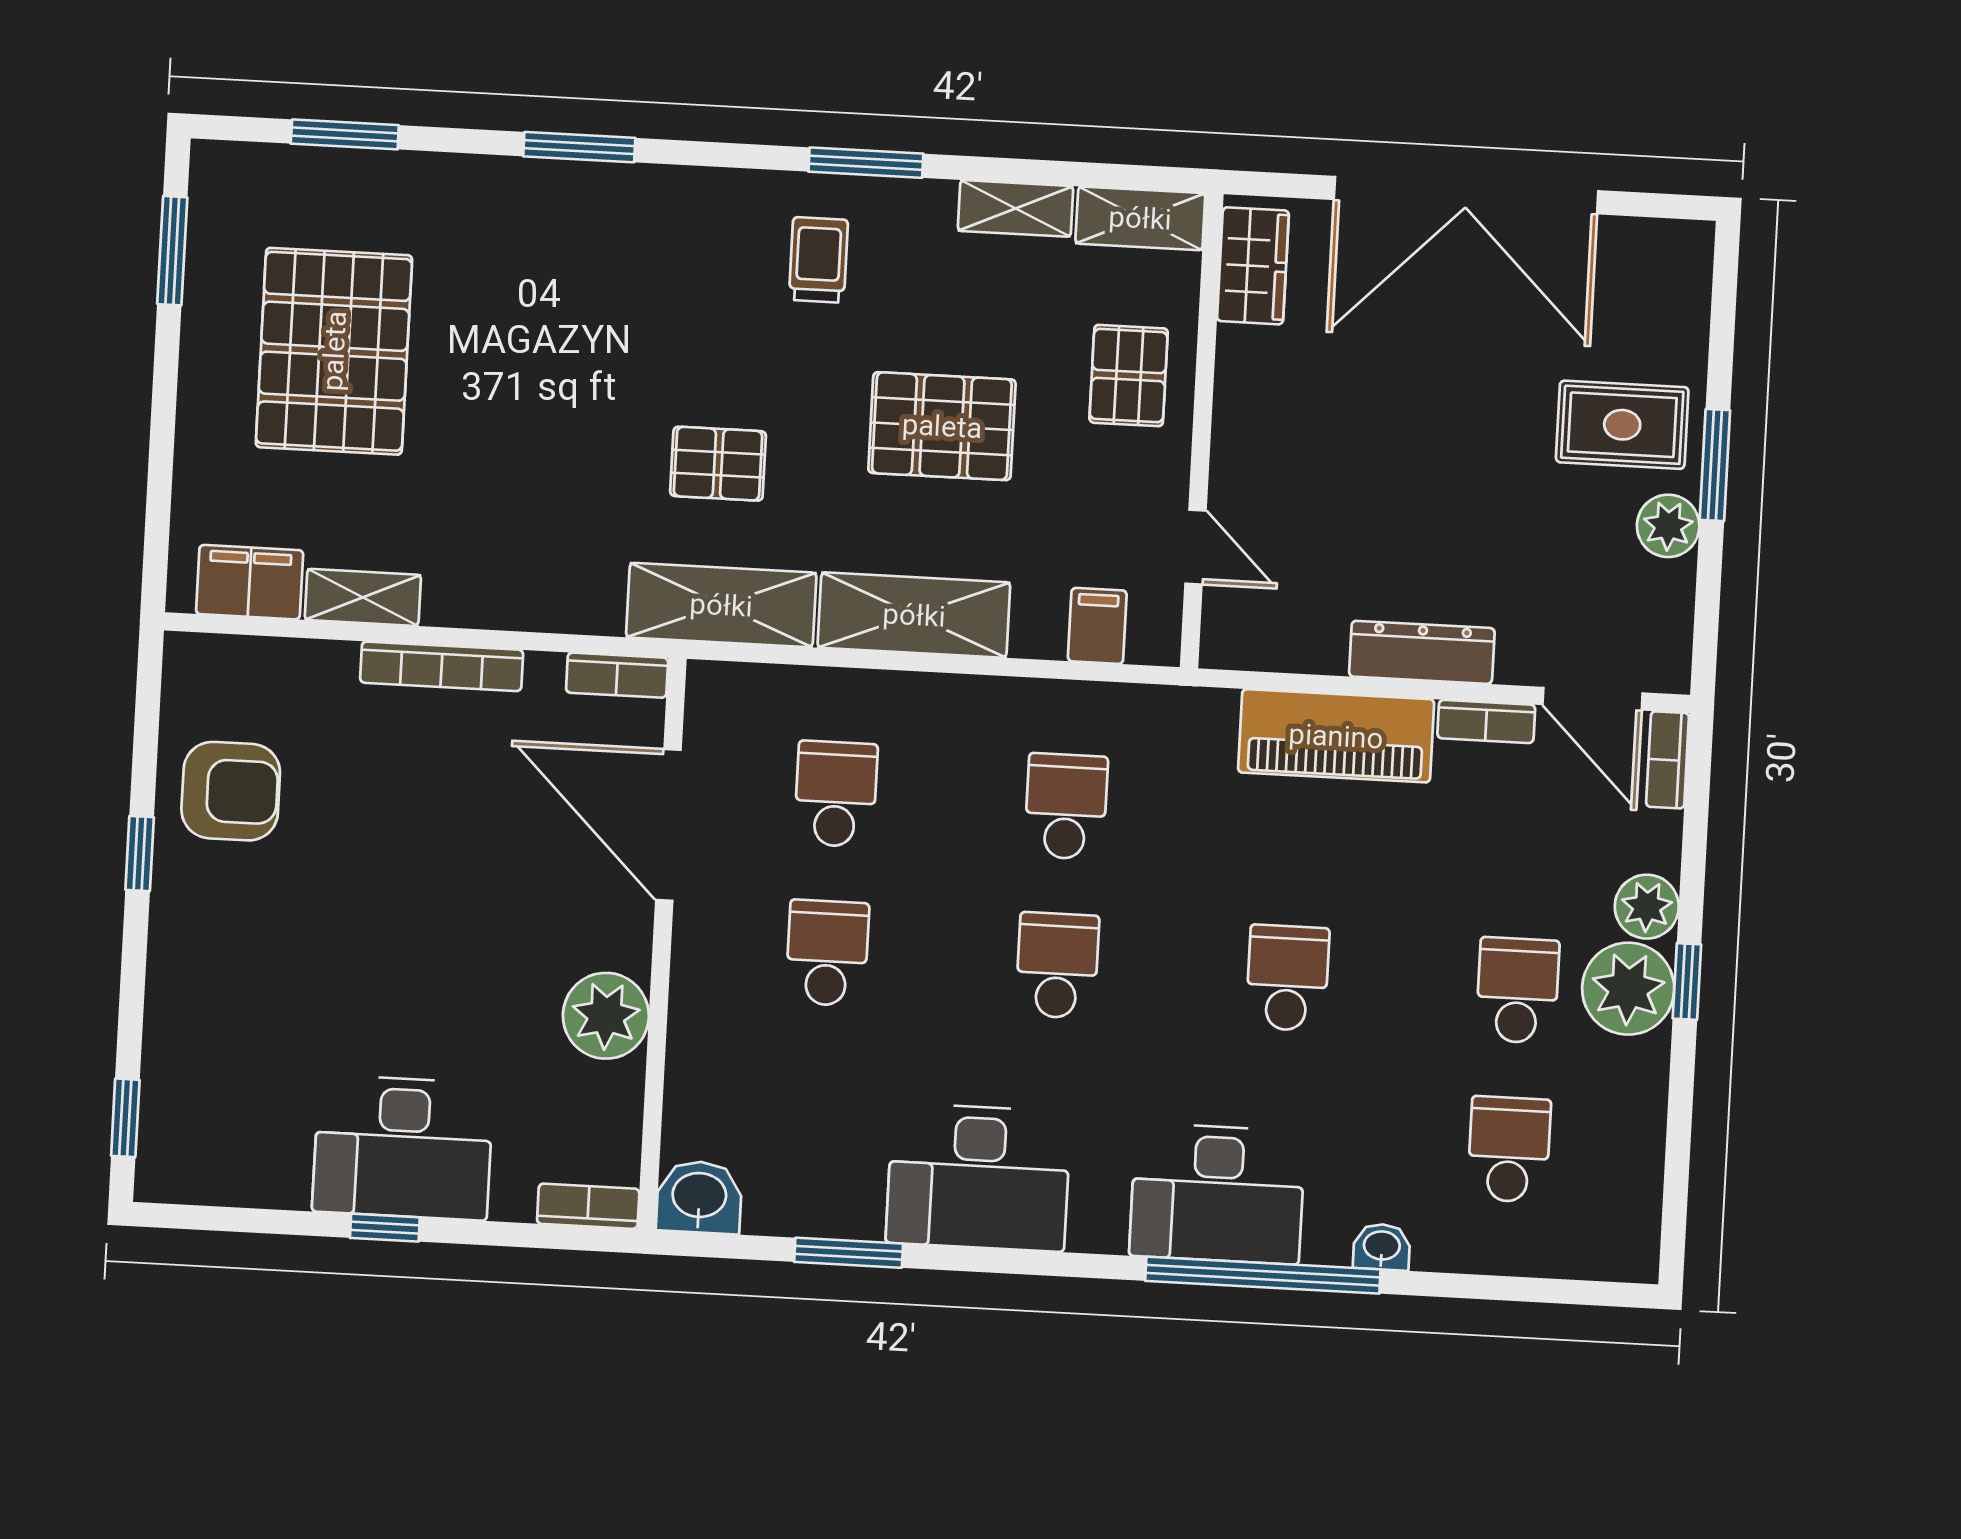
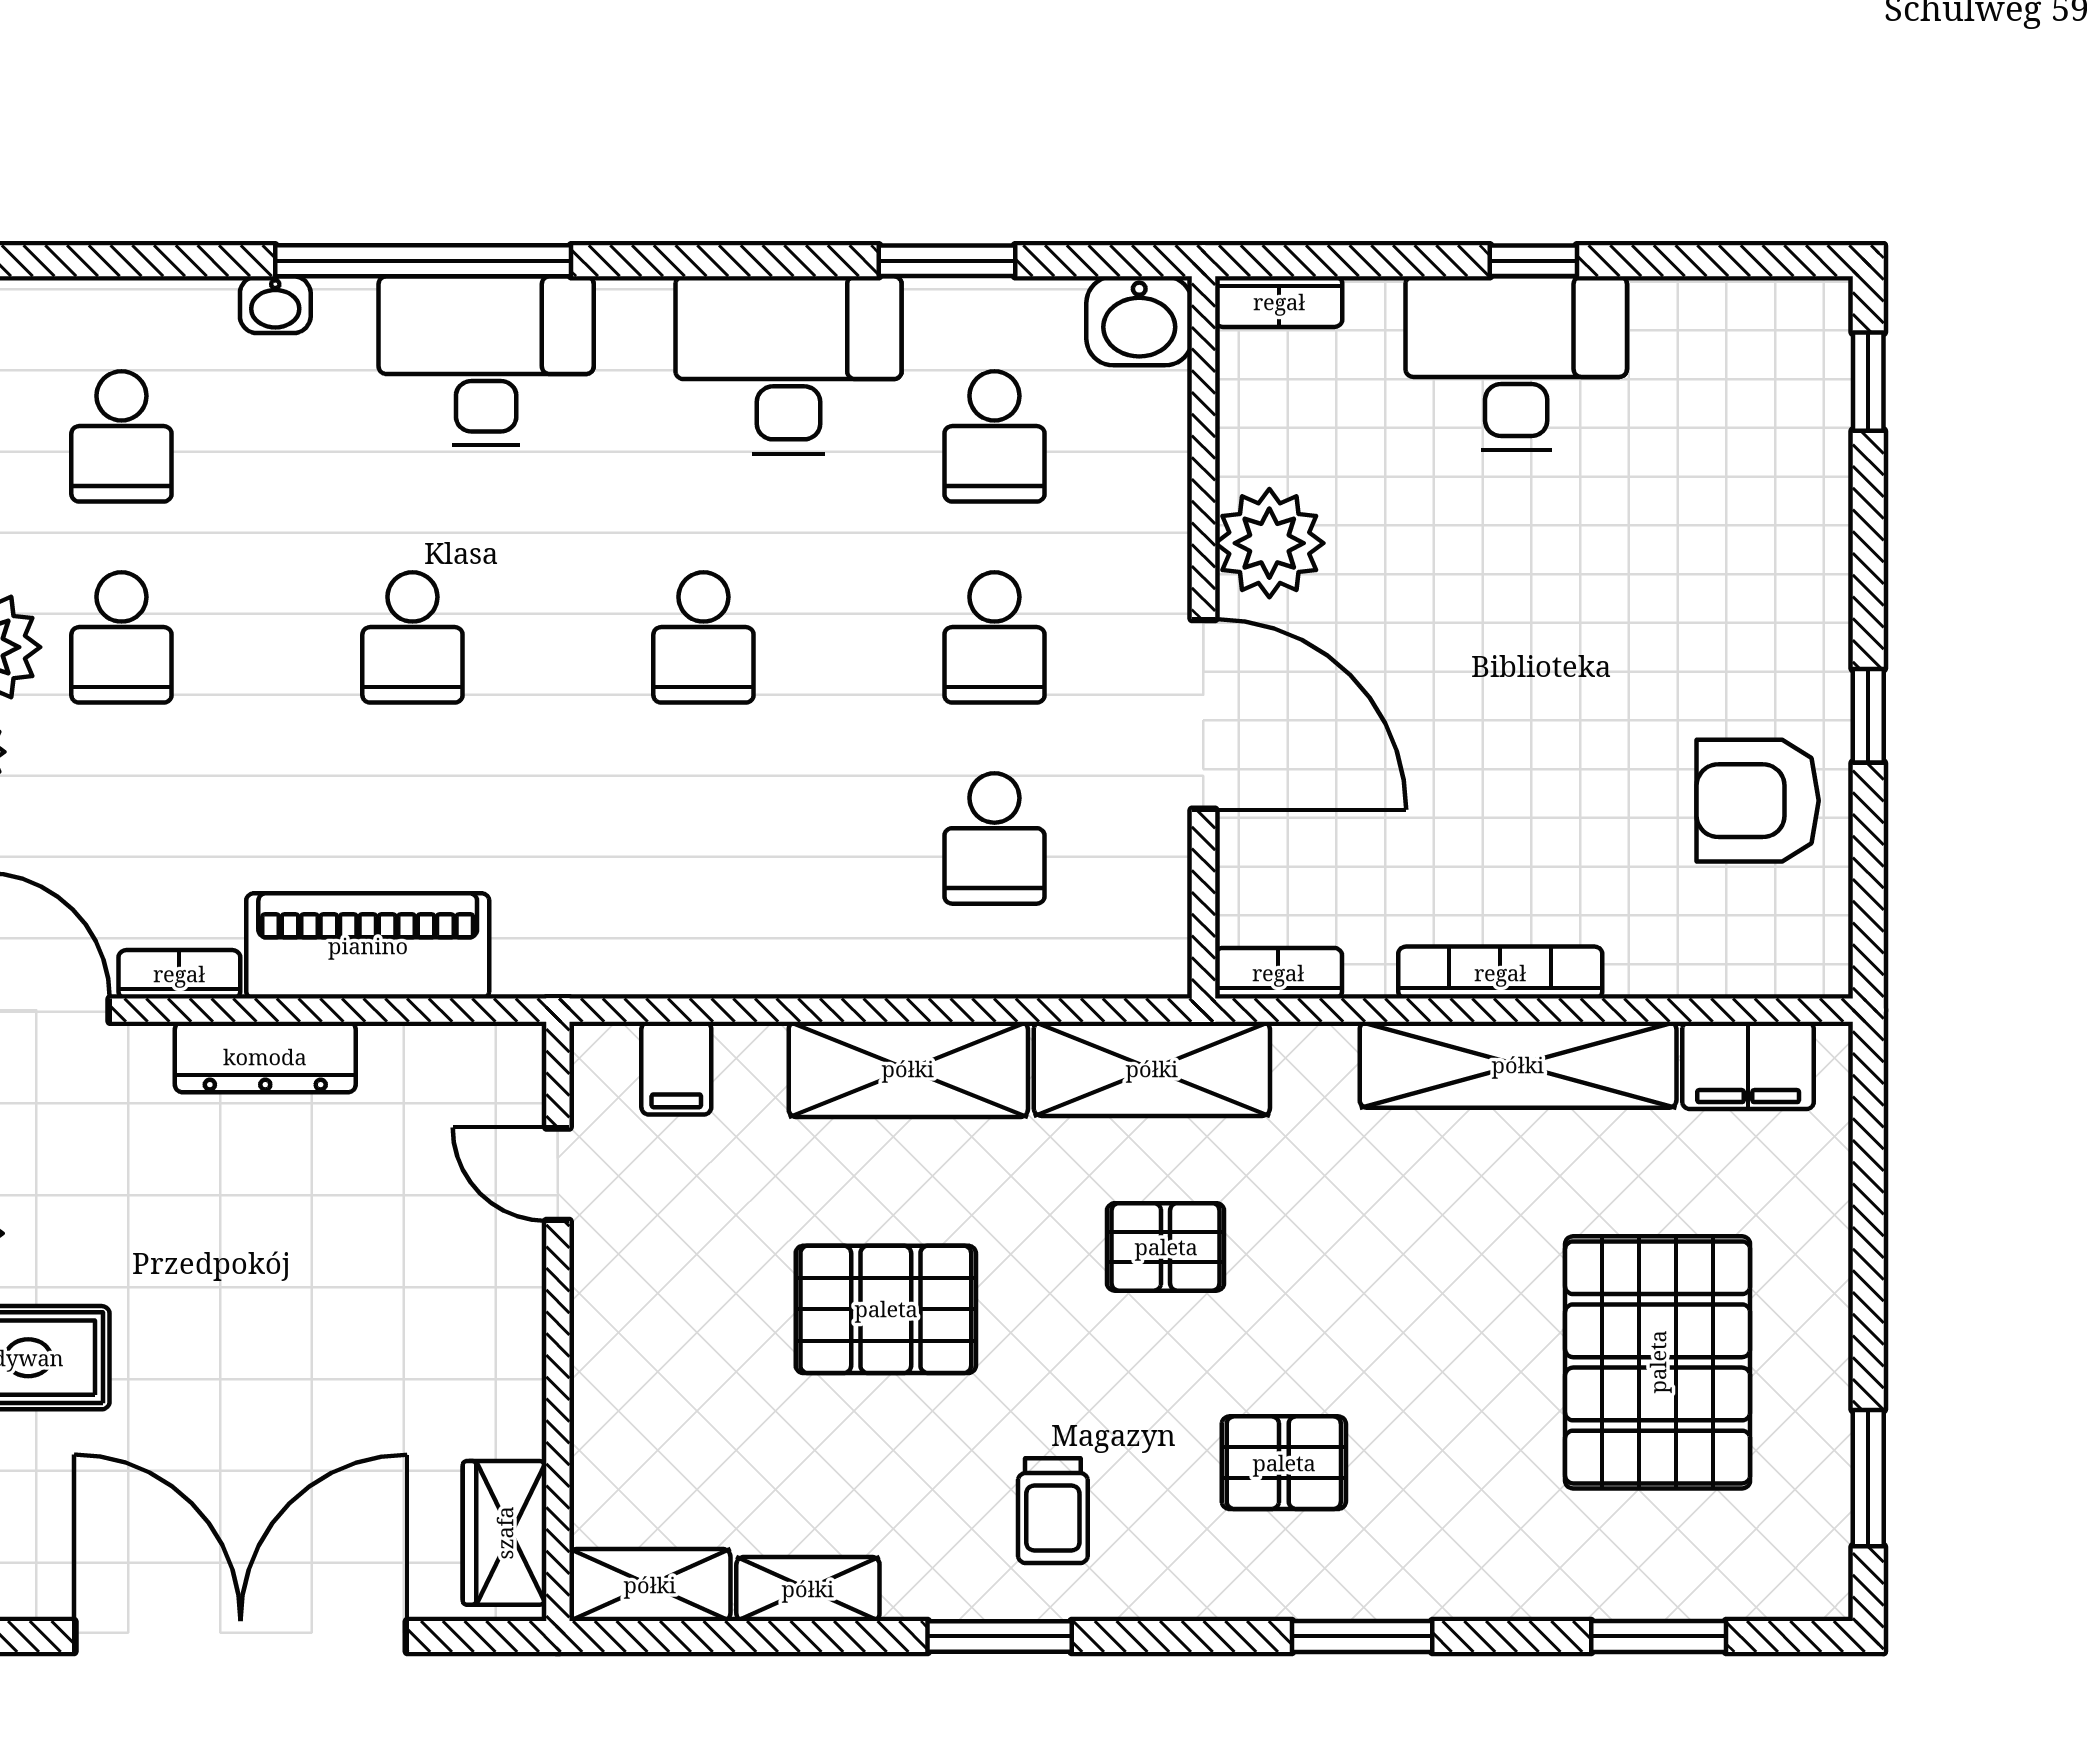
pallet: (1129, 376) -> (1284, 1463), moved, turned 90
shelving: (363, 597) -> (1518, 1065), width x2.20, depth x1.33
school desk: (1066, 806) -> (994, 436), moved
door: (668, 825) -> (1203, 714), moved

